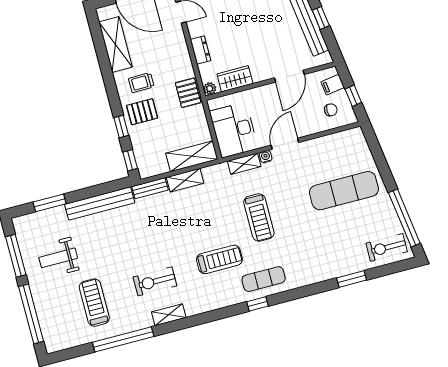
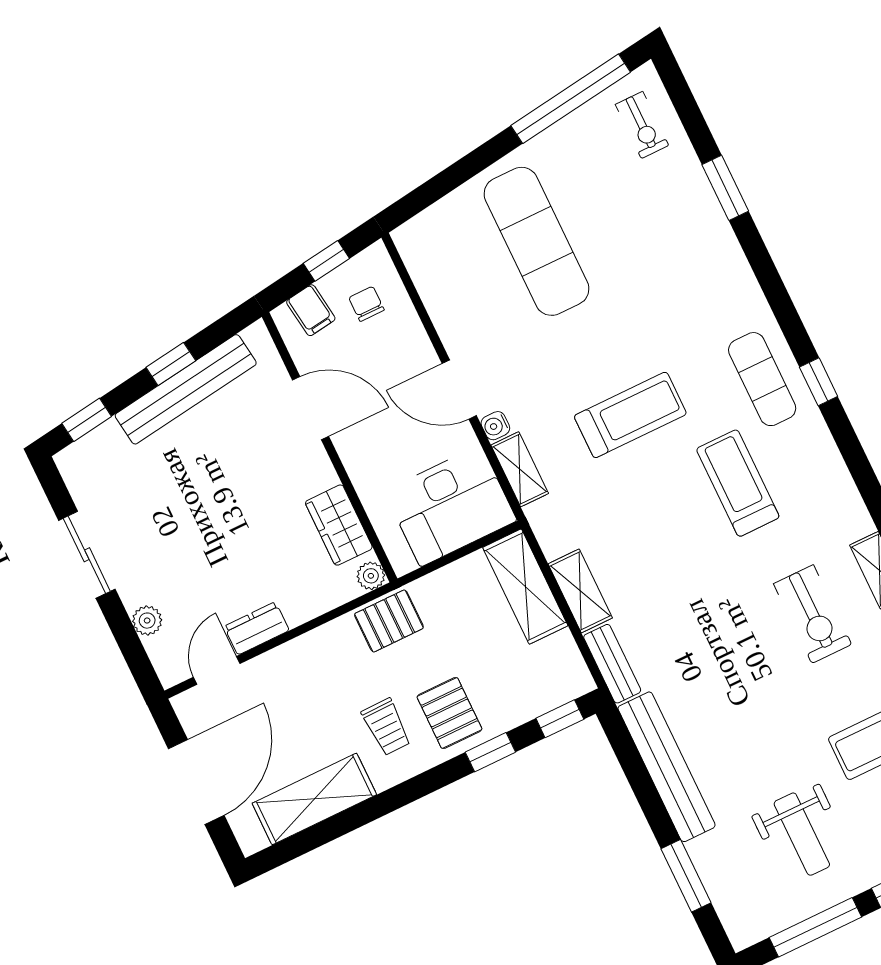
dresser: (200, 50) -> (257, 628), moved
exercise bike: (387, 247) -> (642, 125), width x0.73, depth x0.72

